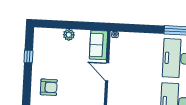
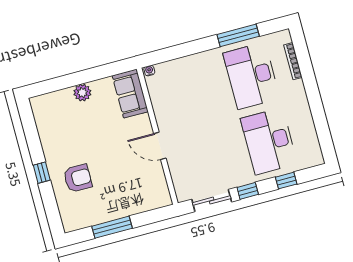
window: (28, 57) -> (42, 173), moved
door: (107, 72) -> (160, 146), moved

